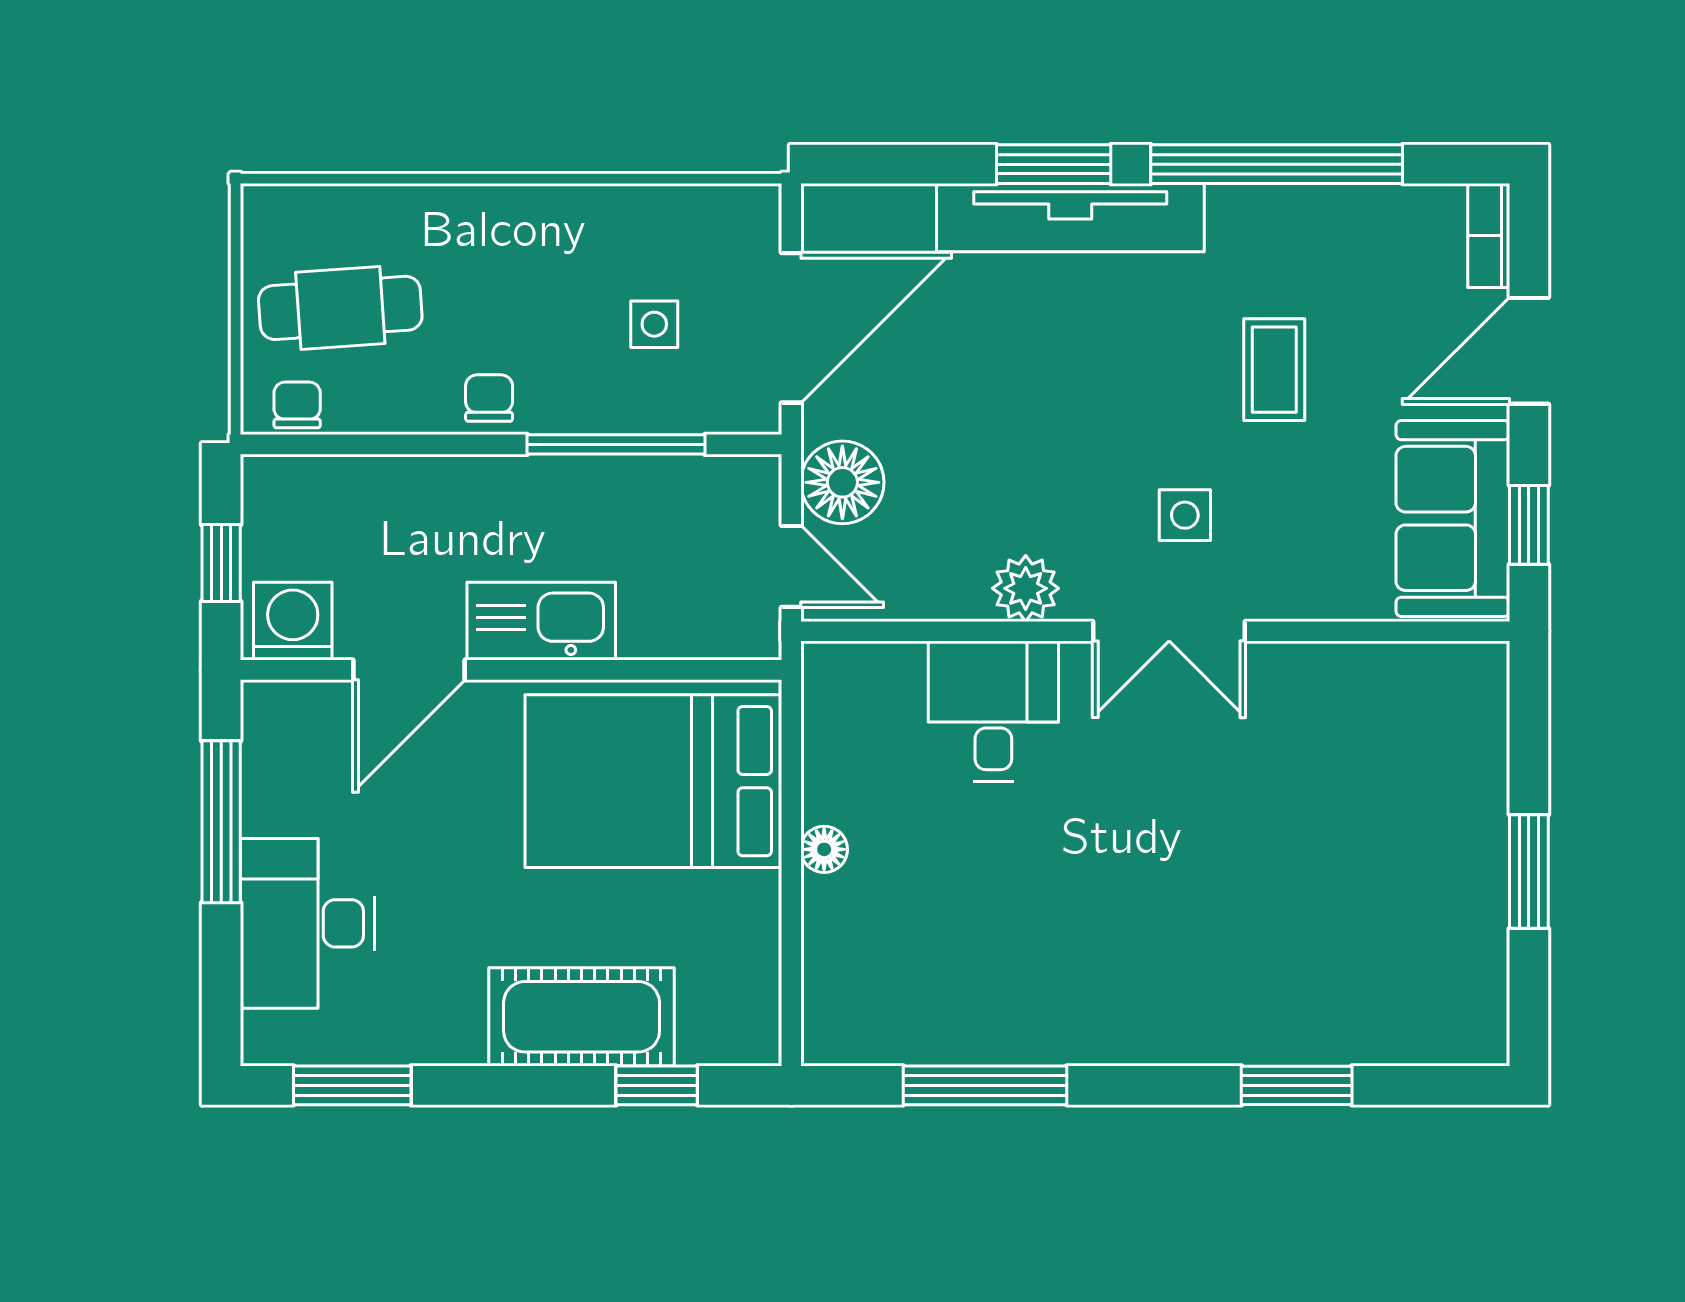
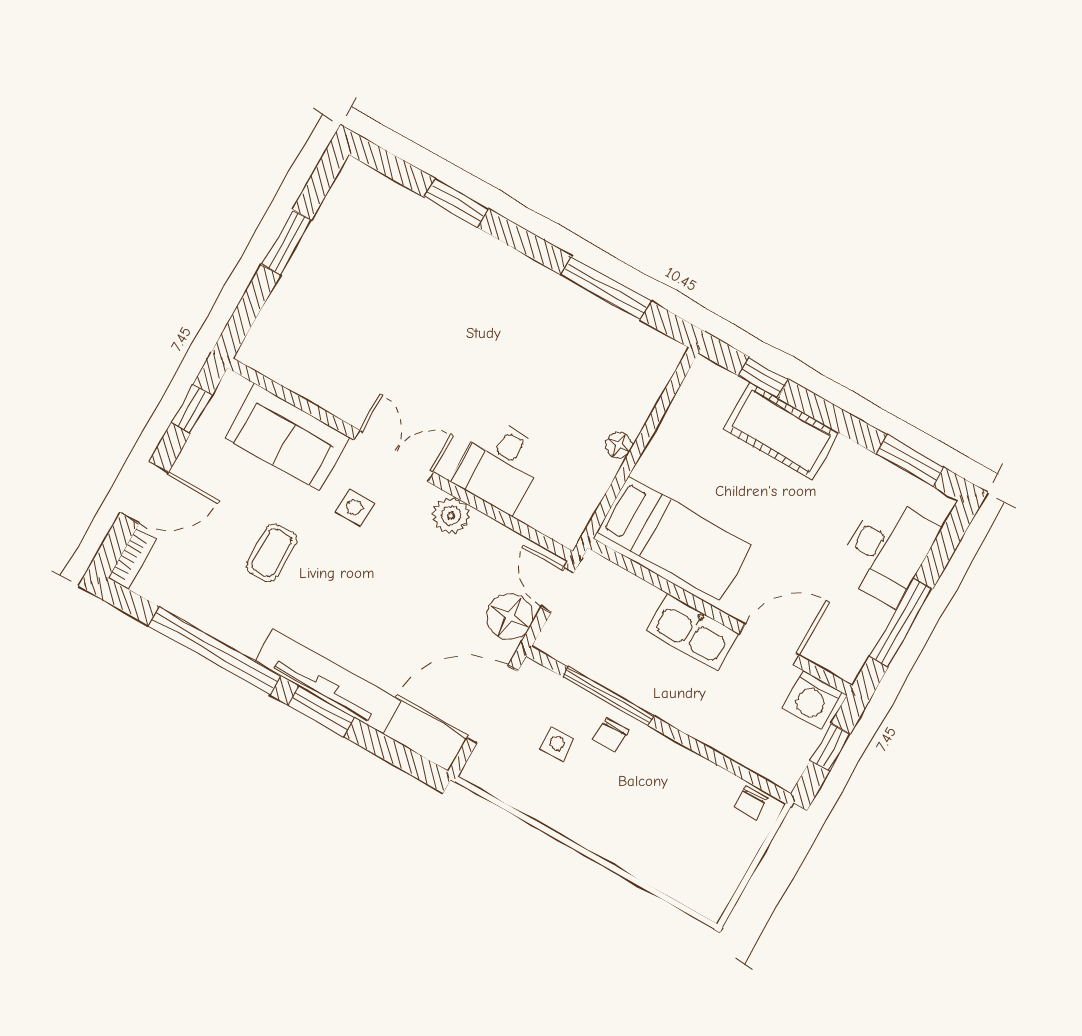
cafe table: (340, 308) -> (703, 837), removed
chair: (489, 398) -> (611, 735), moved
sofa: (1453, 518) -> (287, 437), moved, turned 90
bed: (653, 781) -> (674, 538), width x0.67

